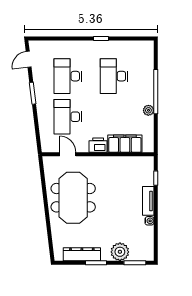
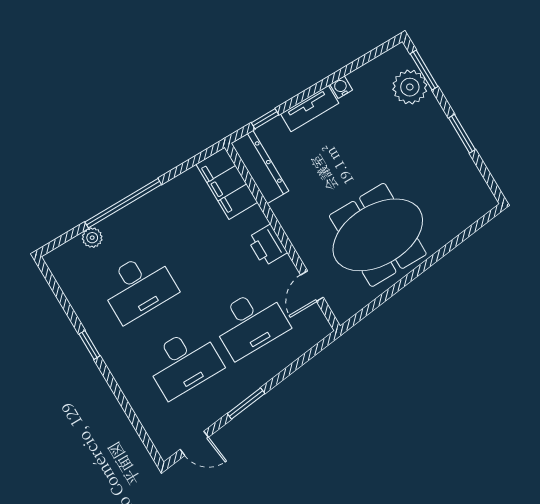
plant: (148, 110) -> (92, 238), moved
filing cabinet: (125, 144) -> (227, 183), moved
plant: (120, 252) -> (410, 87), moved
dresser: (82, 254) -> (260, 167), moved, turned 180

